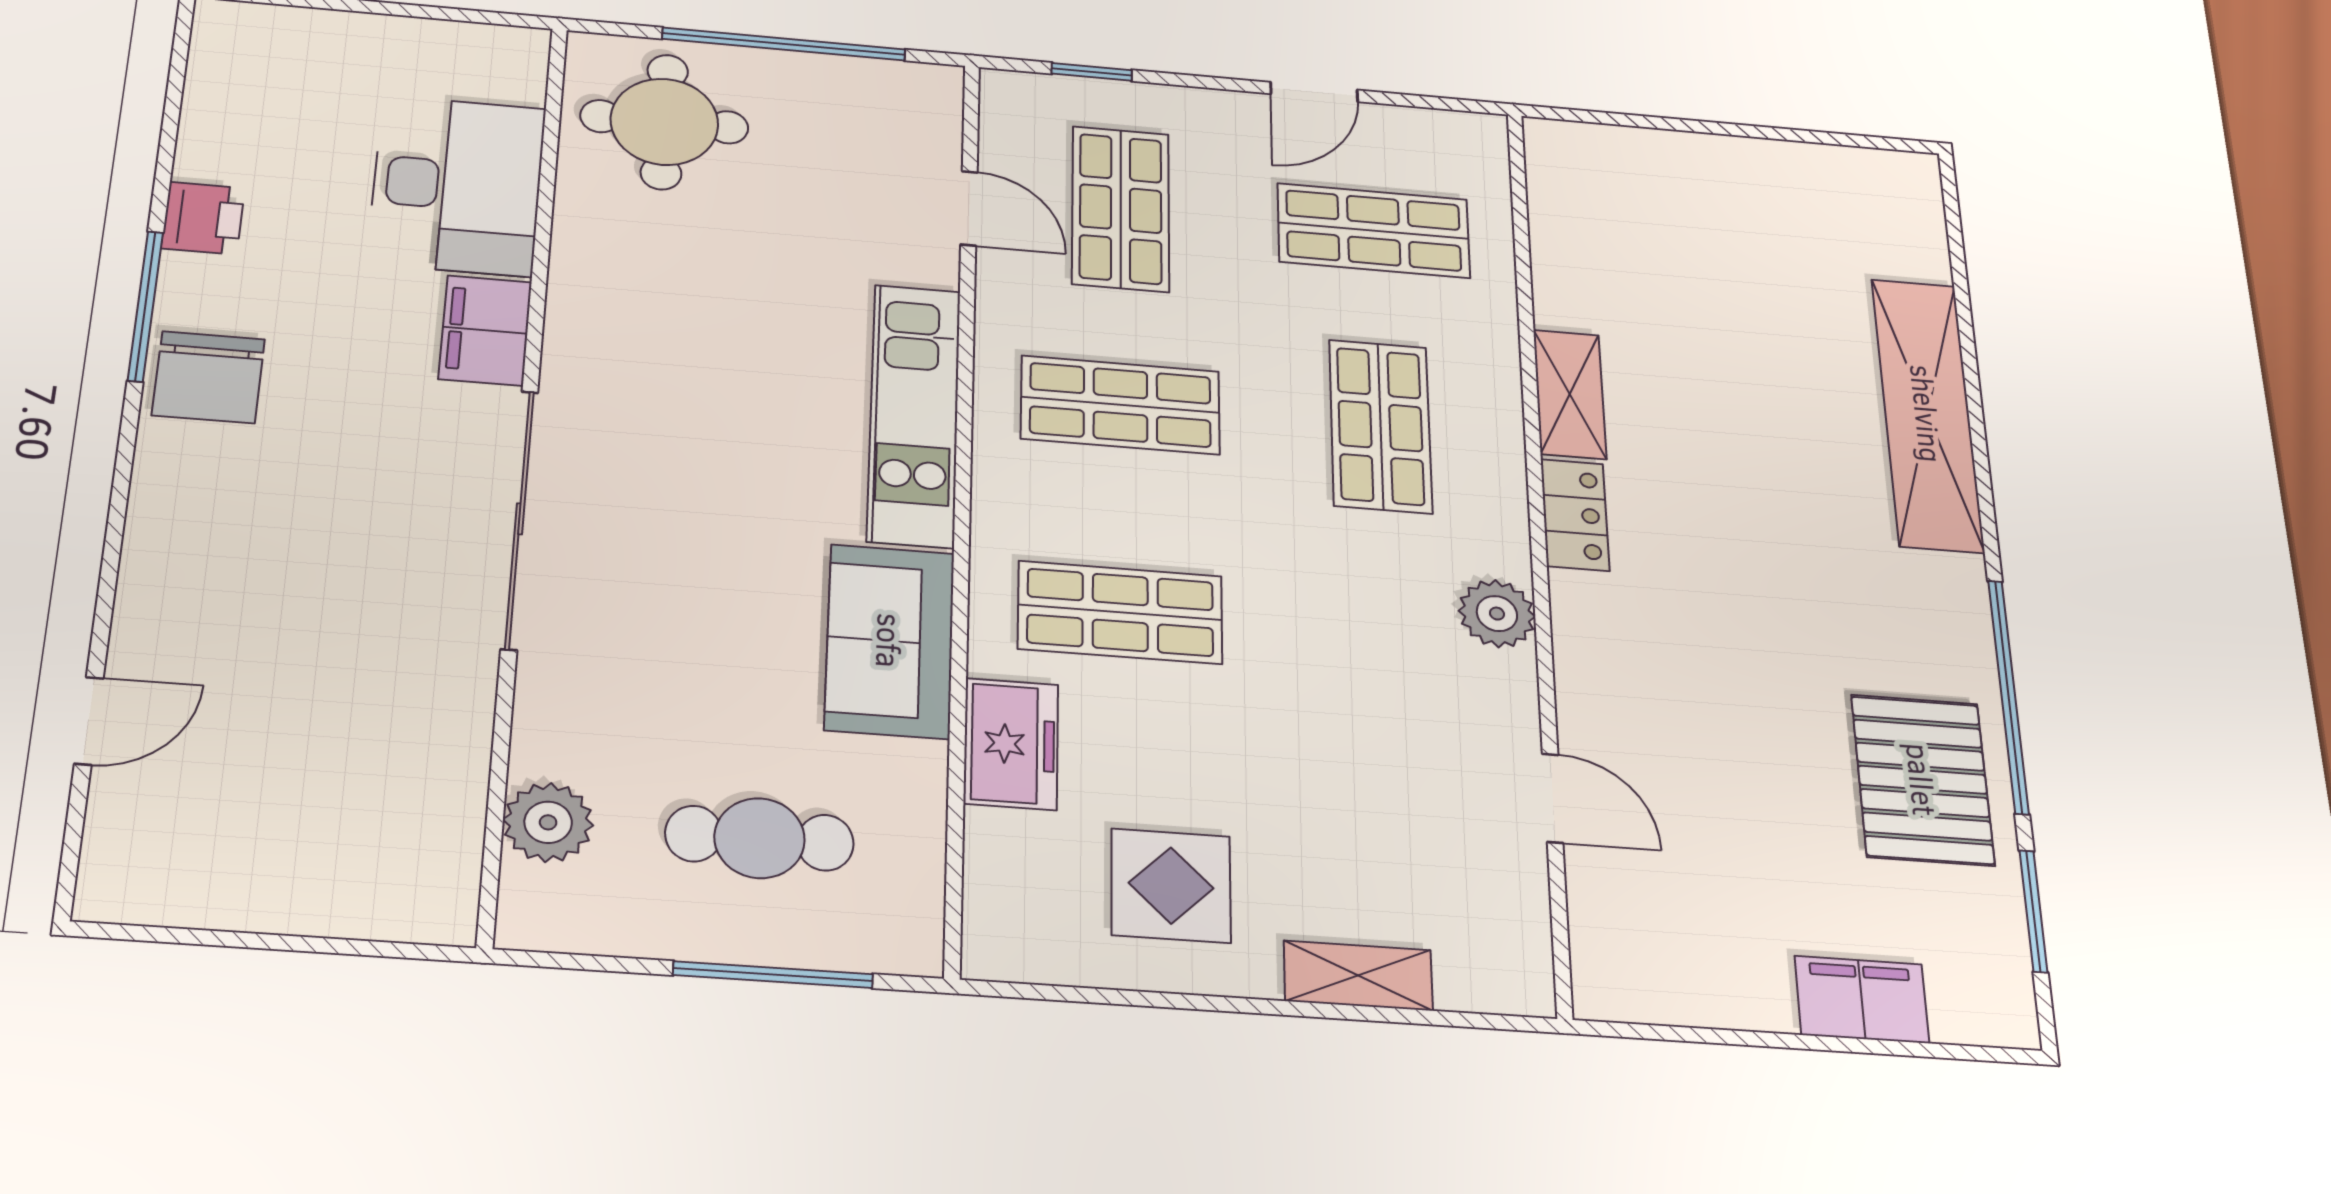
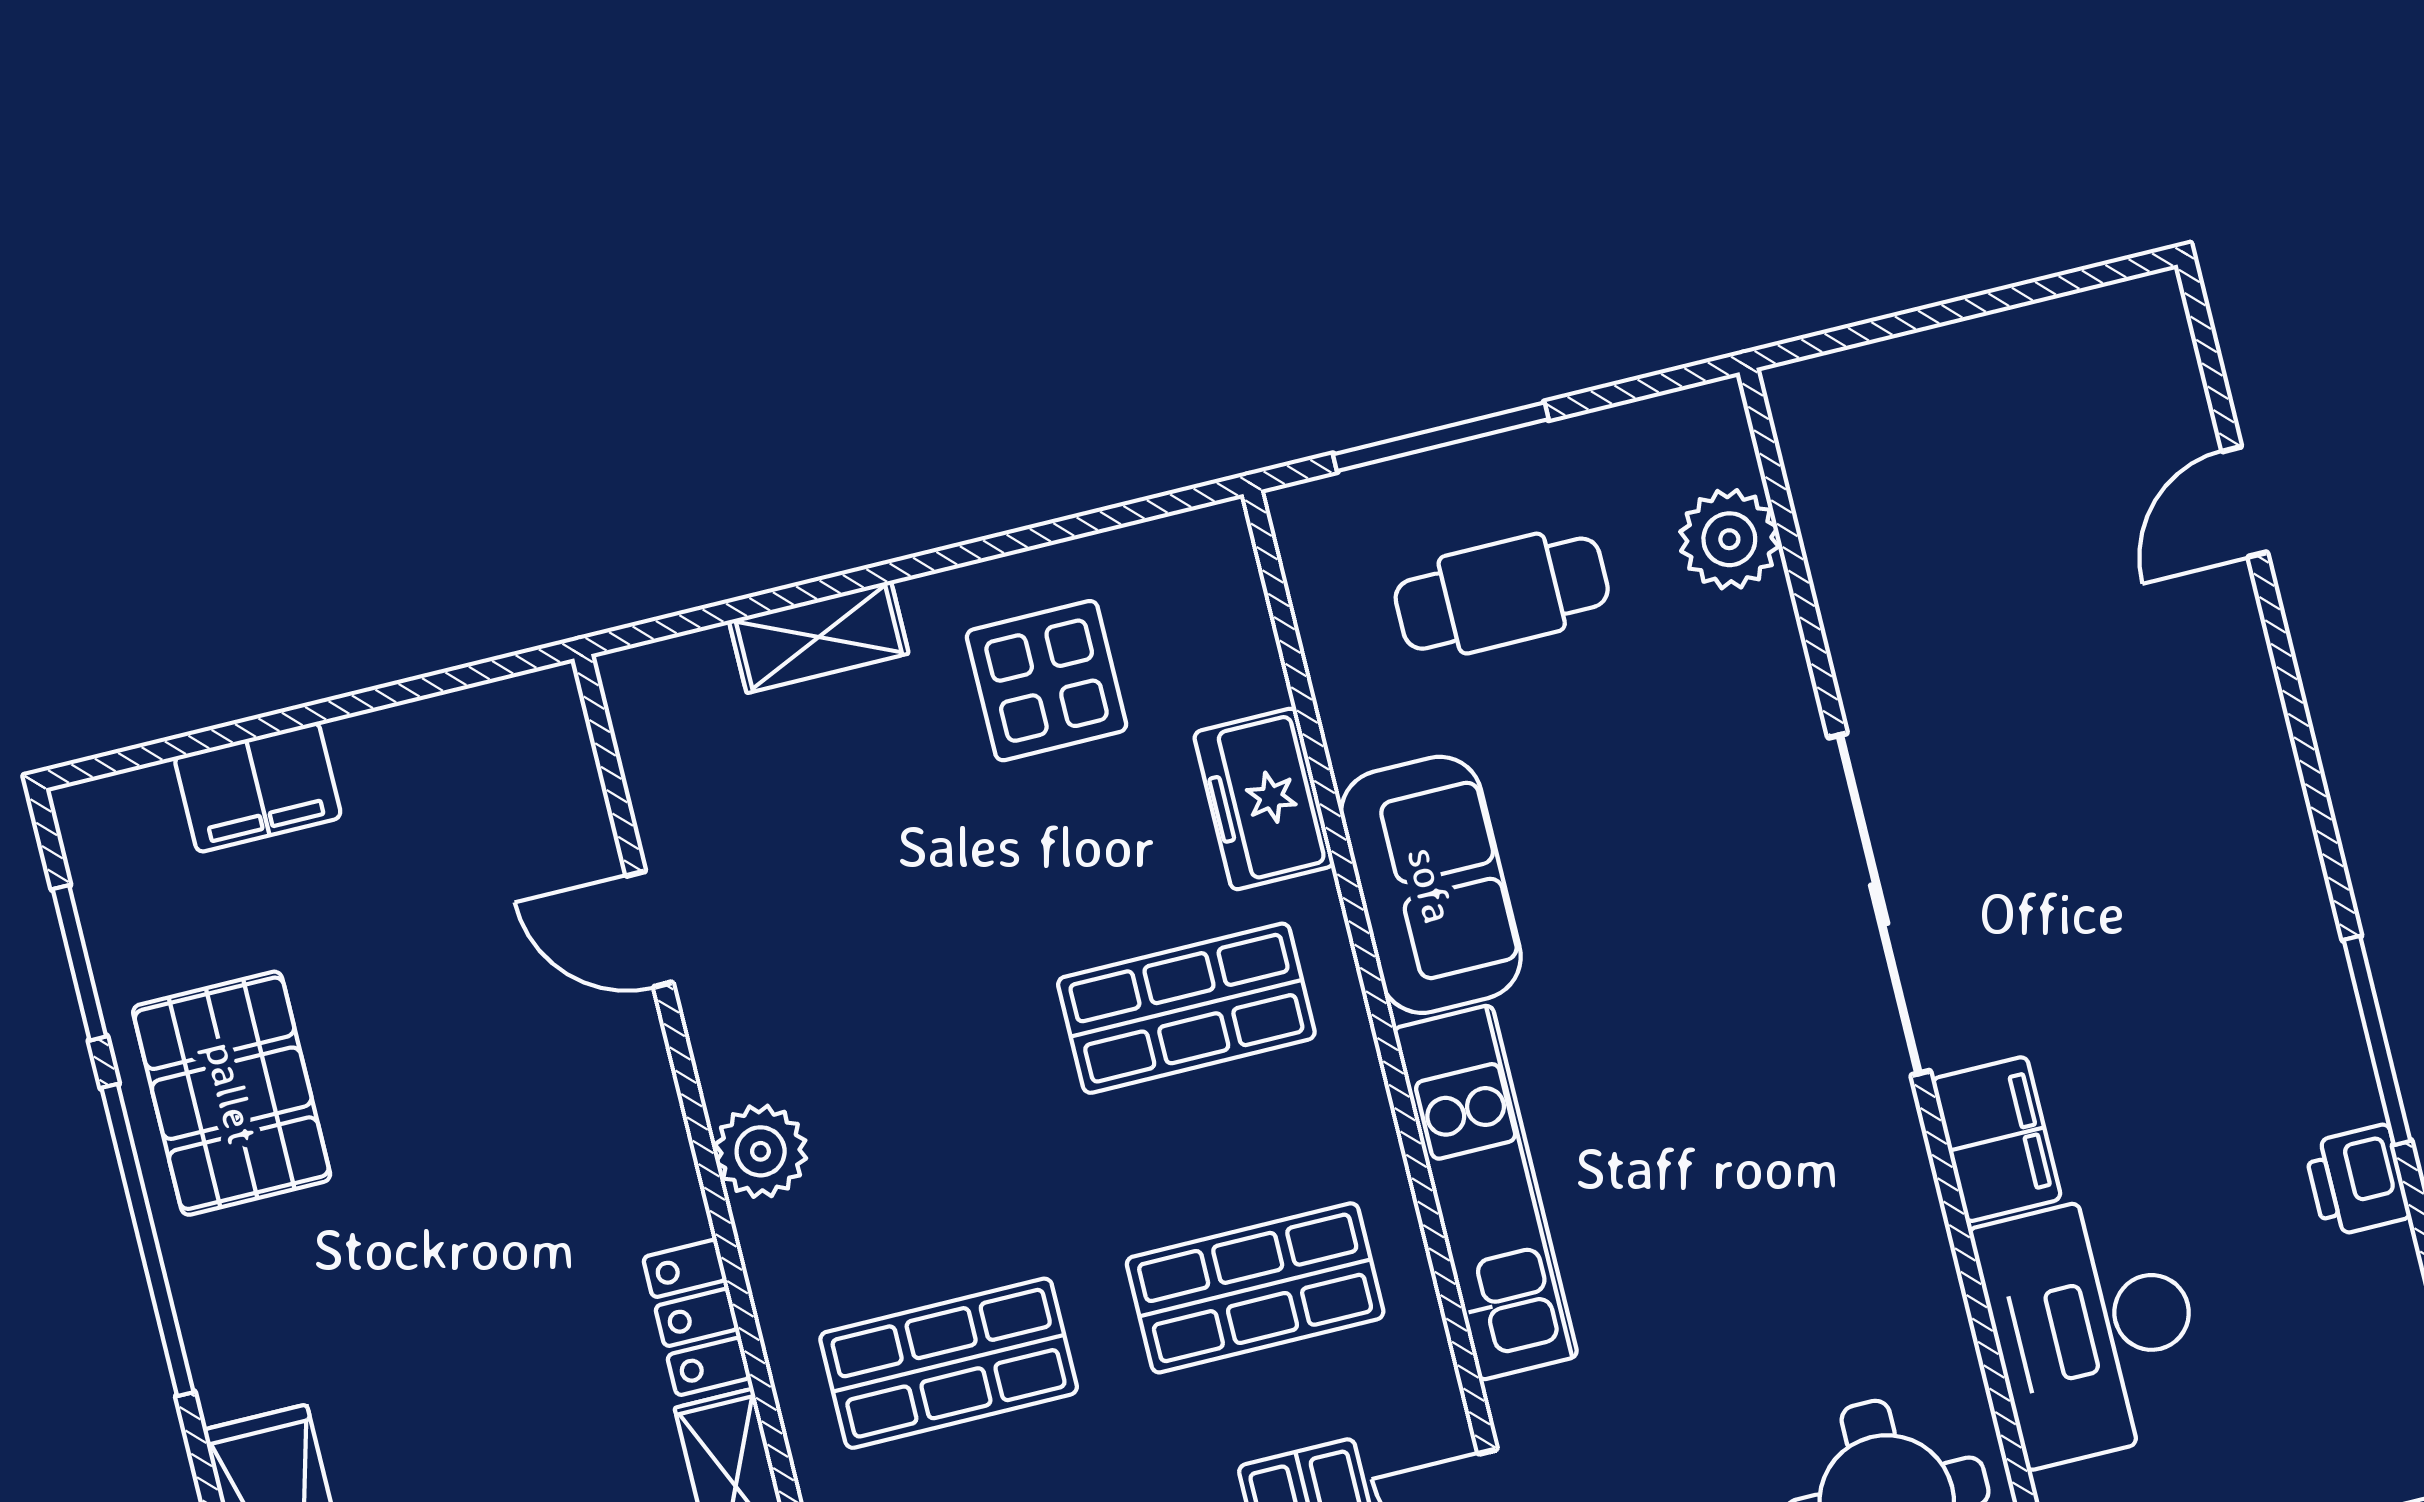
chair: (208, 377) -> (2276, 971), removed
shop shelf: (1380, 426) -> (949, 1363), turned 90

